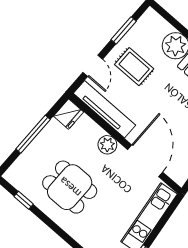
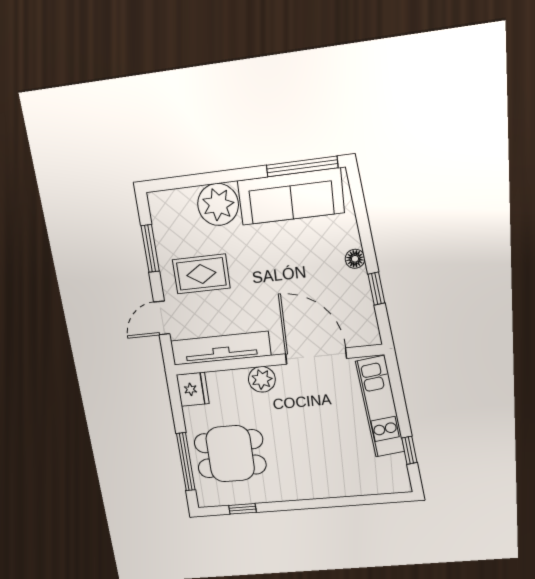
door: (93, 66) -> (162, 318), swing flipped
window: (33, 134) -> (186, 462), moved
dining table: (70, 187) -> (230, 454), moved

